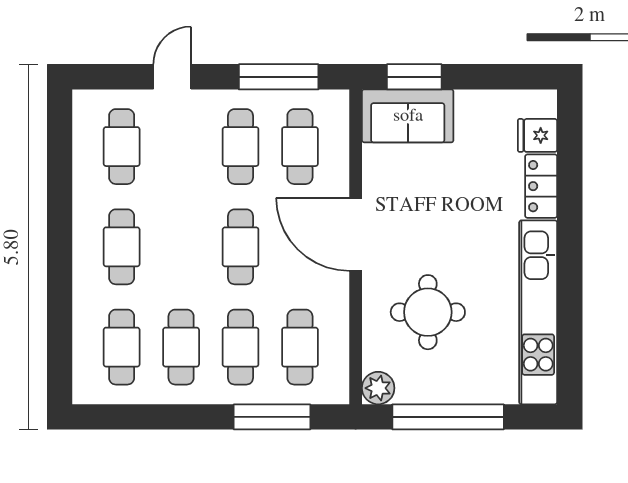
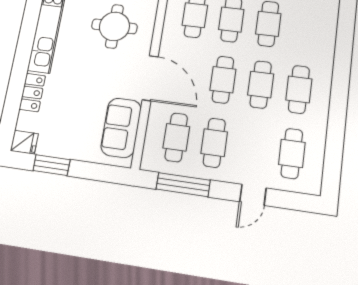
window: (414, 77) -> (52, 165), moved
sofa: (408, 116) -> (121, 128), moved, turned -90
fridge: (538, 135) -> (24, 142), moved
cafe table: (122, 347) -> (261, 85), moved

